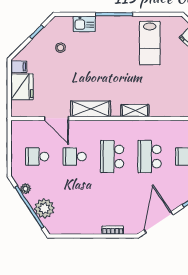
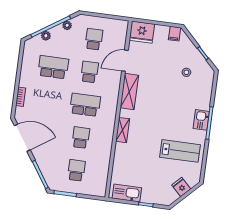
kitchen sink: (84, 24) -> (201, 120), moved
lab bench: (150, 43) -> (180, 151), turned 180
fridge: (22, 87) -> (142, 32), moved
school desk: (150, 157) -> (81, 138), width x0.54
school desk: (75, 198) -> (53, 67), added
plant: (44, 208) -> (46, 36), width x0.53, depth x0.53

